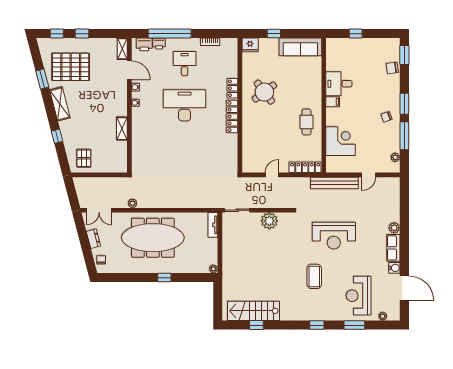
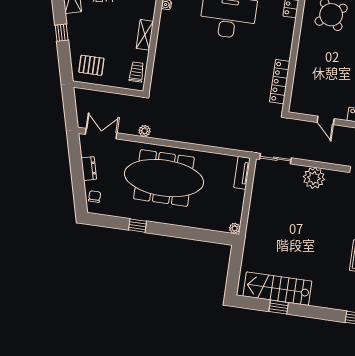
locker: (232, 116) -> (280, 82), moved
pallet: (84, 158) -> (91, 65), turned 90
trolley: (120, 158) -> (137, 72), added
door: (272, 175) -> (326, 120), swing flipped
double door: (99, 210) -> (101, 134), swing flipped
window: (164, 278) -> (138, 226), moved

